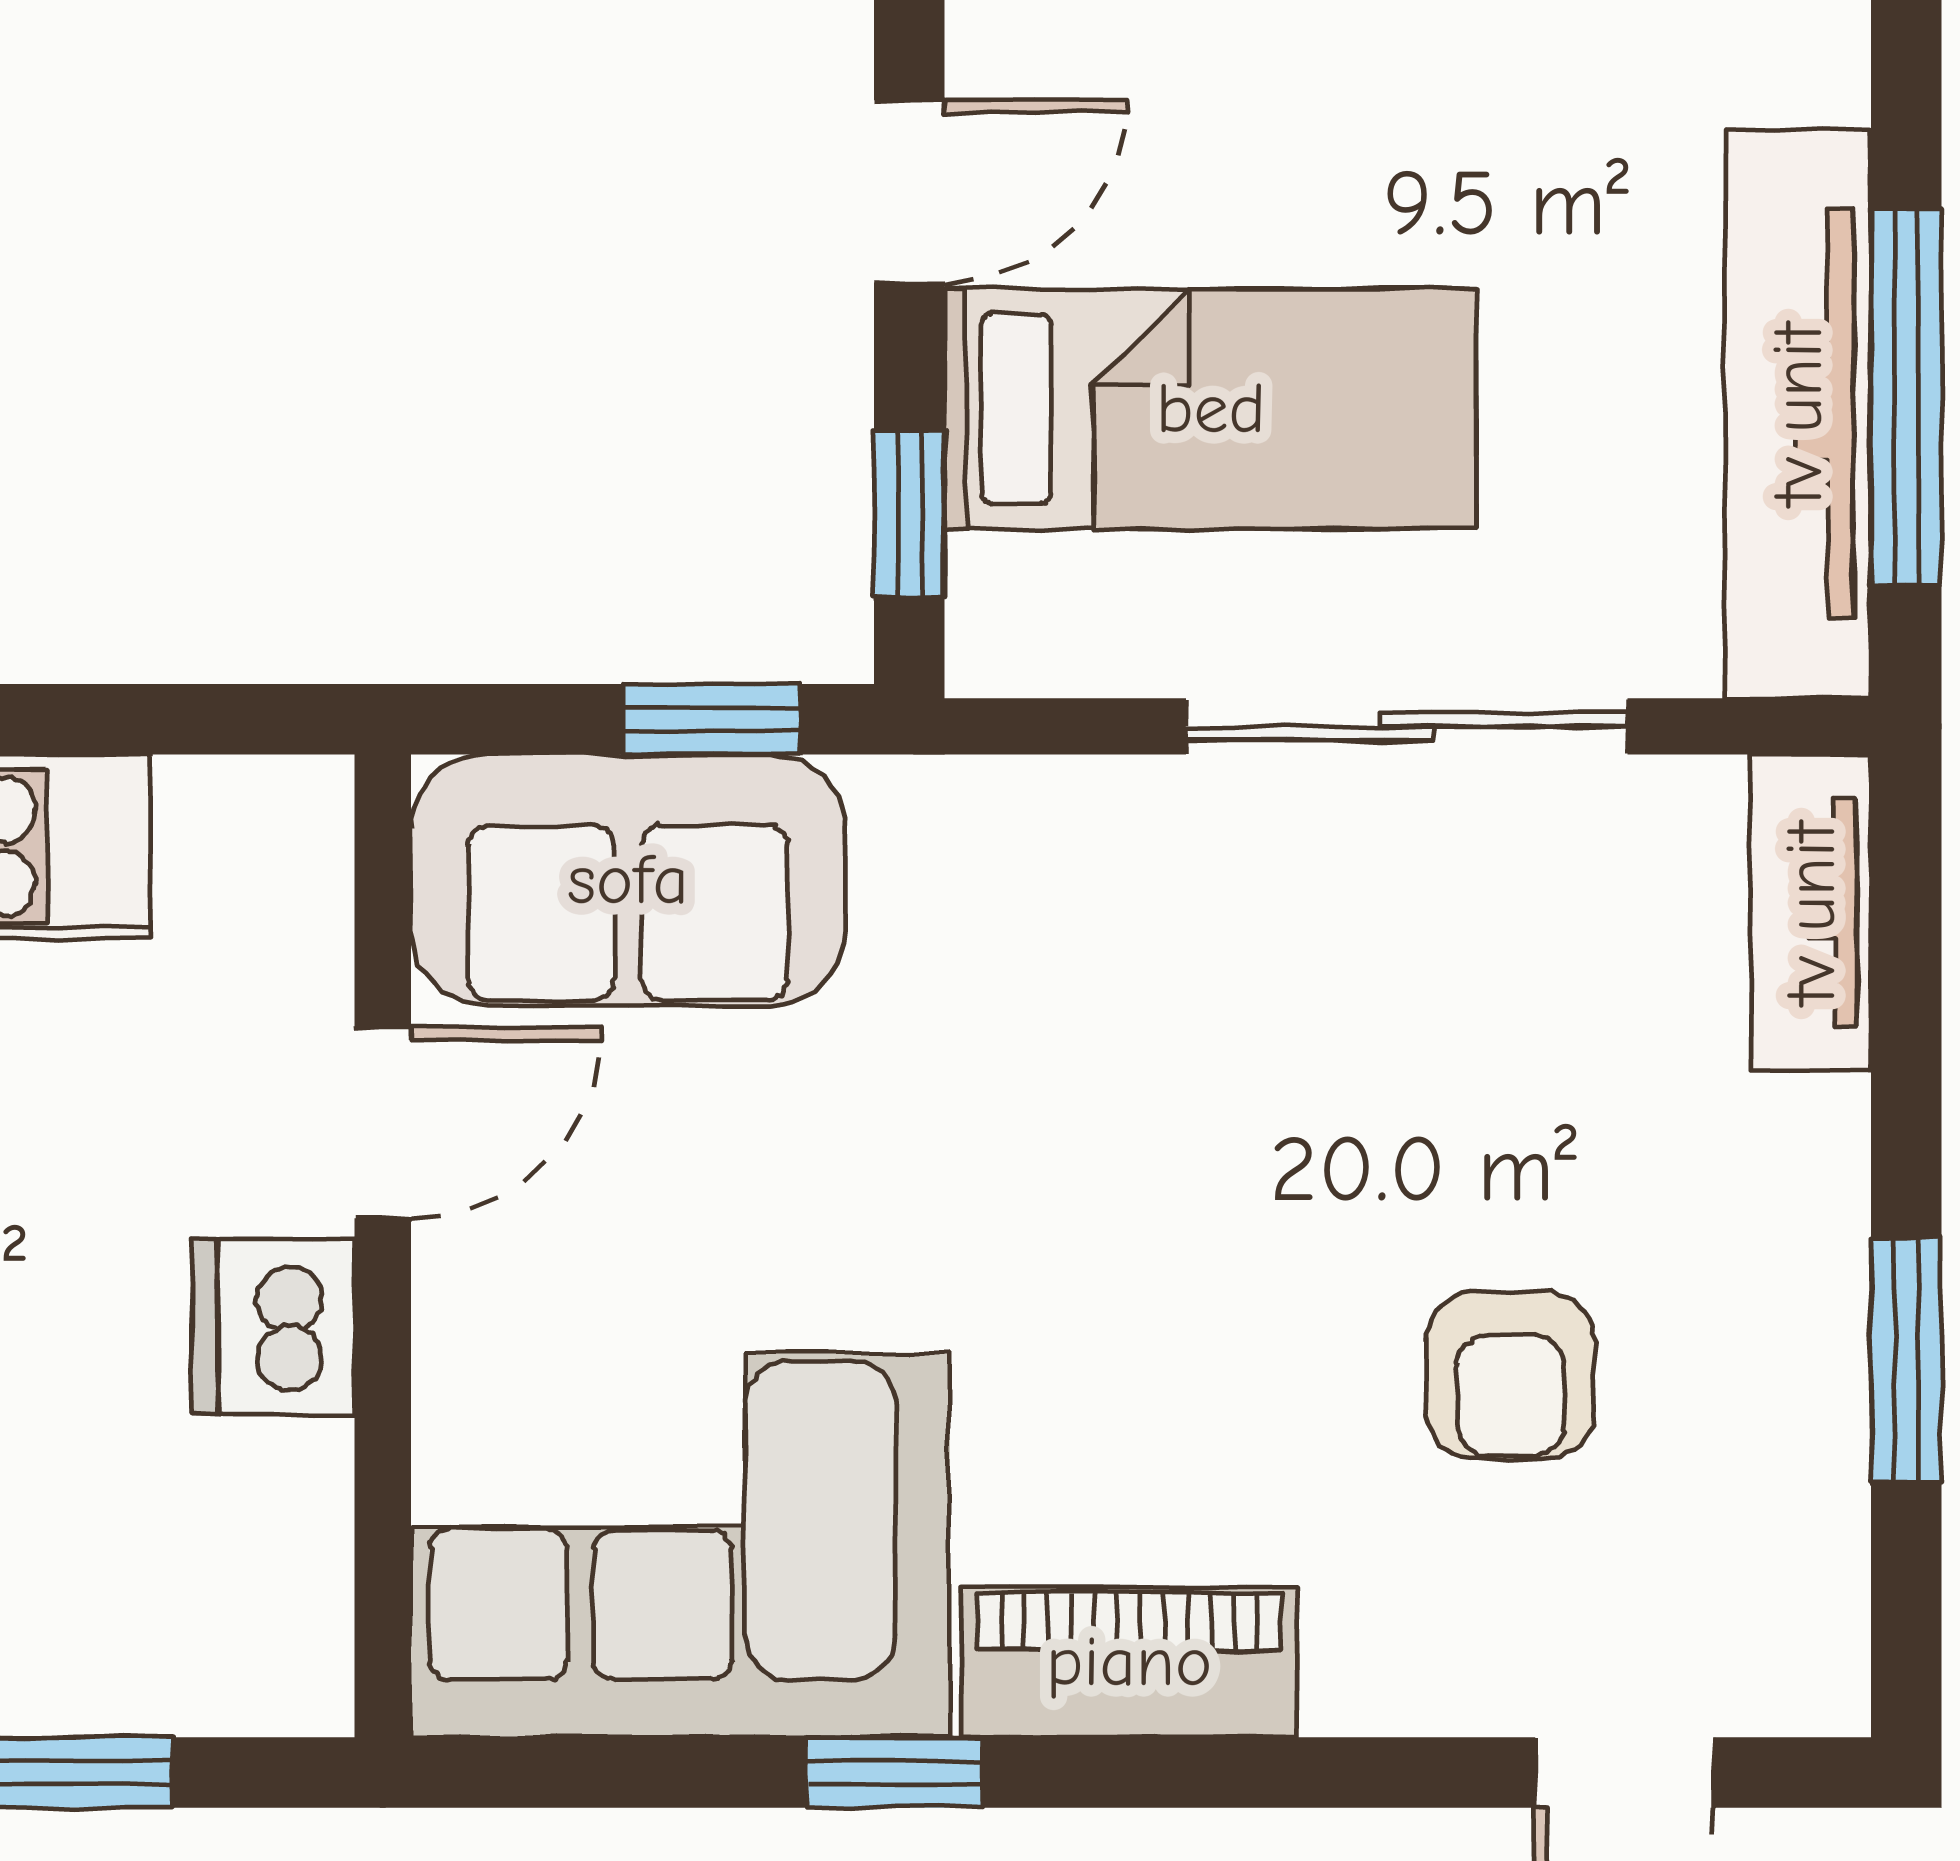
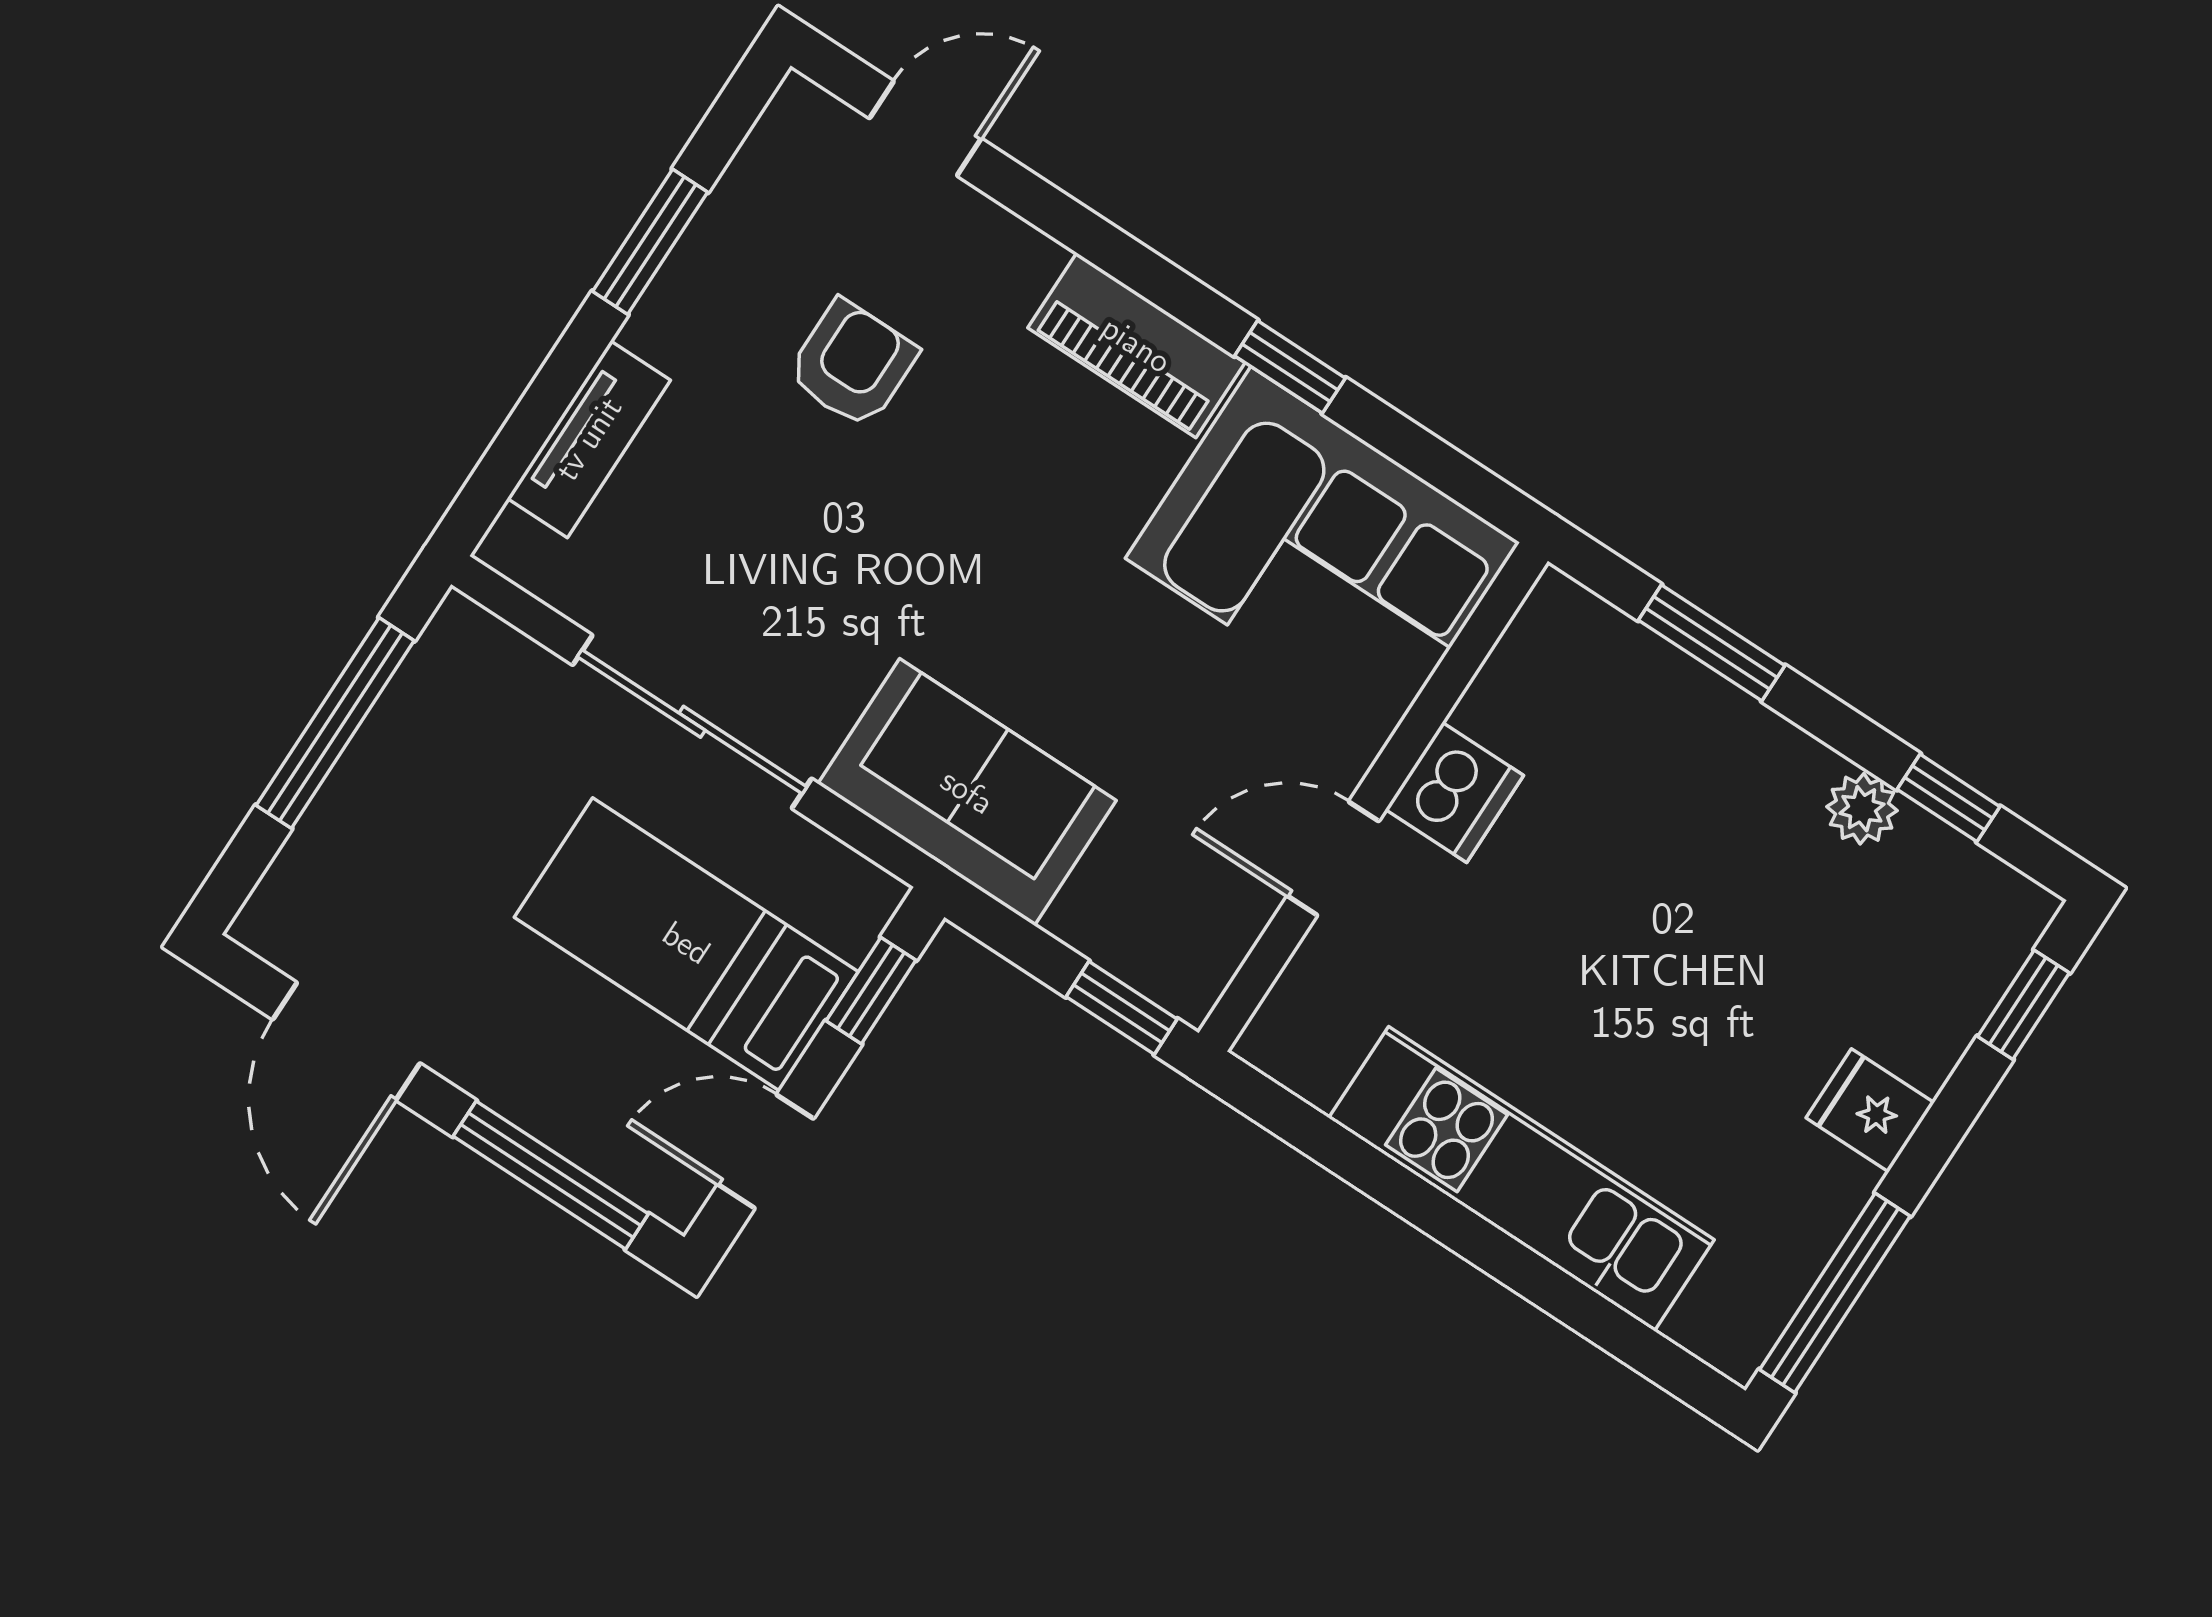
tv unit: (1798, 414) -> (394, 750), removed
window: (712, 719) -> (1122, 1008), moved
sofa: (628, 880) -> (967, 792), moved
tv unit: (1811, 913) -> (589, 439), moved

